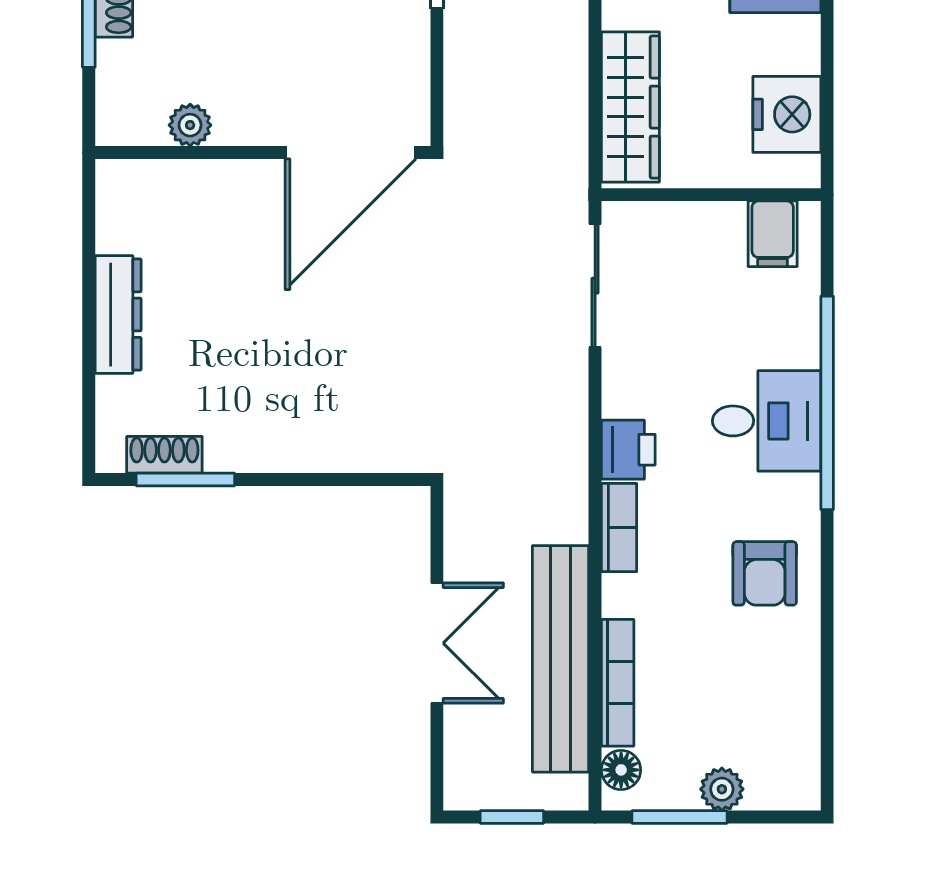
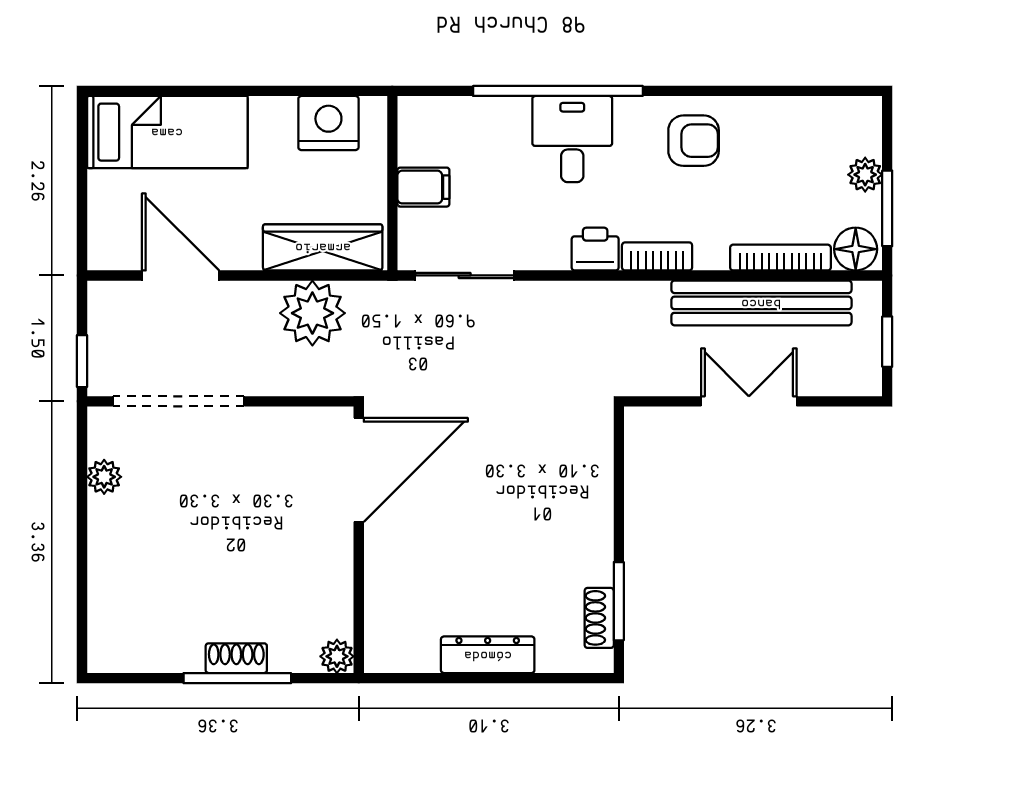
plant: (548, 94) -> (312, 313), added
plant: (190, 125) -> (337, 656), moved
door: (351, 152) -> (359, 470), hinge flipped
filing cabinet: (773, 234) -> (423, 187), moved
floor lamp: (621, 770) -> (856, 249), width x1.37, depth x1.37

